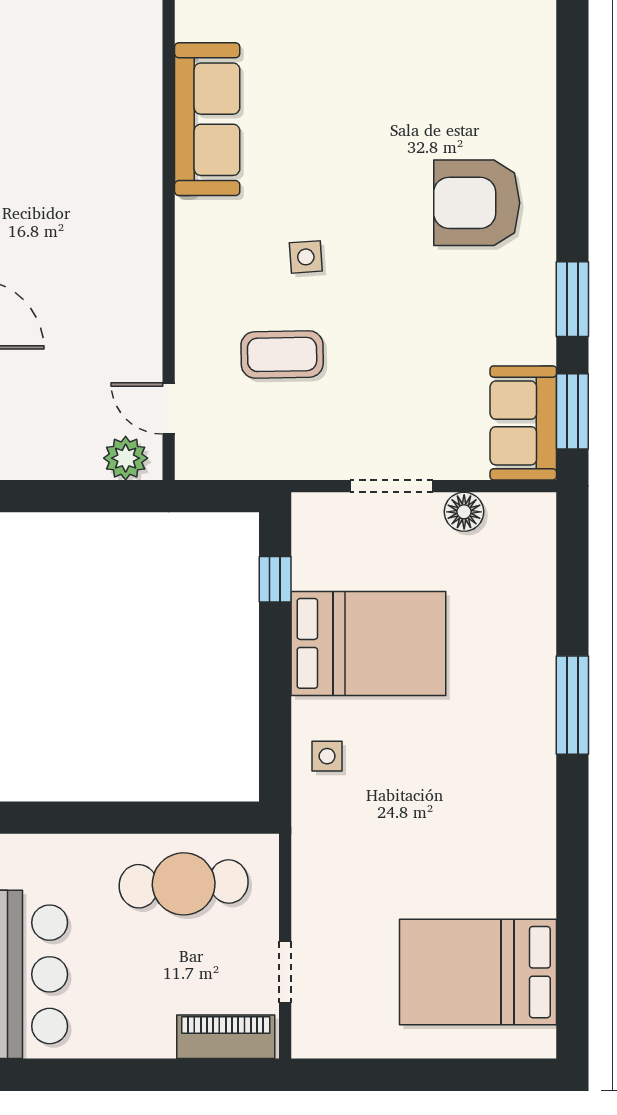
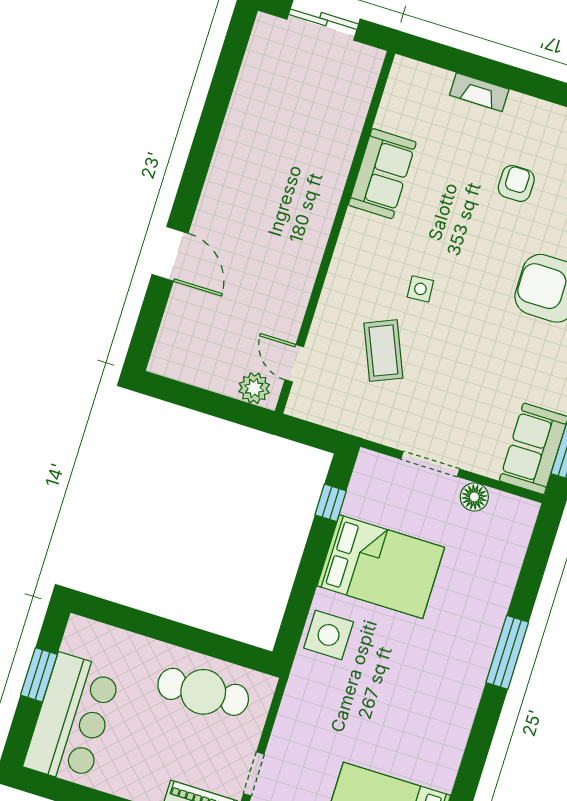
armchair: (390, 77) -> (516, 183), added
sofa: (207, 119) -> (382, 174), width x0.73
coffee table: (282, 354) -> (383, 351), turned 68
side table: (327, 756) -> (329, 635), width x1.87, depth x1.87

